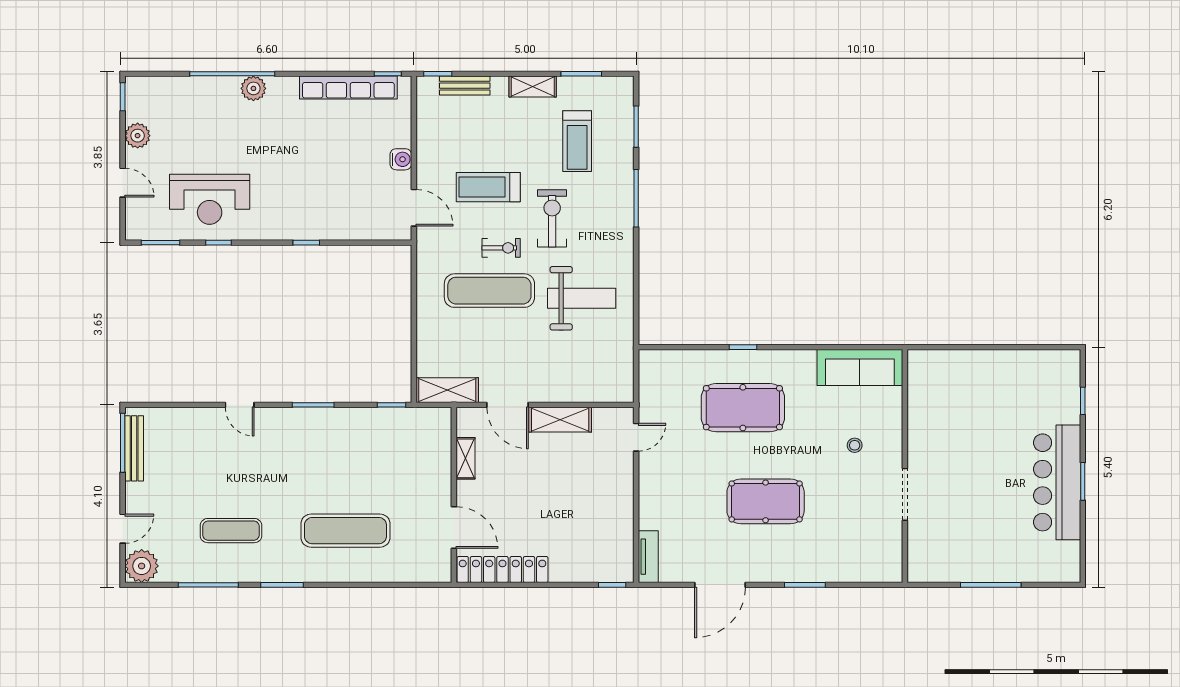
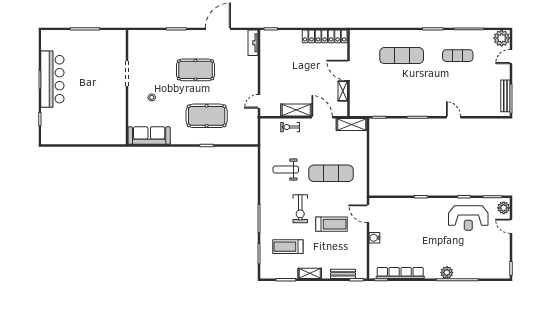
plant: (138, 136) -> (504, 208), moved
treadmill: (577, 141) -> (288, 247), turned -90
reception desk: (210, 199) -> (468, 218), turned 180
exercise bike: (501, 248) -> (290, 127), moved
weight bench: (582, 298) -> (286, 170), width x0.73, depth x0.75
door: (454, 528) -> (348, 70), moved

